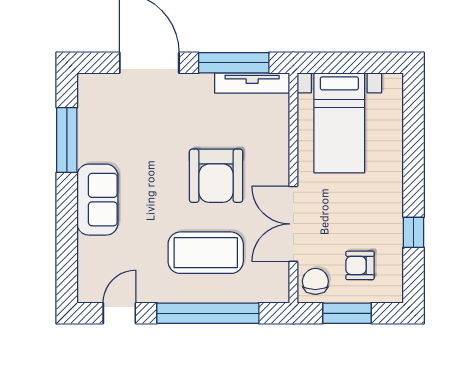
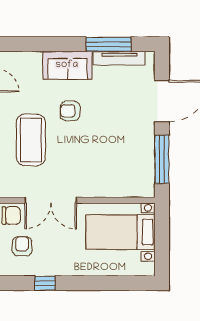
tv unit: (252, 83) -> (119, 58), moved, turned -90
armchair: (216, 176) -> (70, 111), moved, width x0.53, depth x0.53
double door: (293, 224) -> (51, 200), swing flipped

